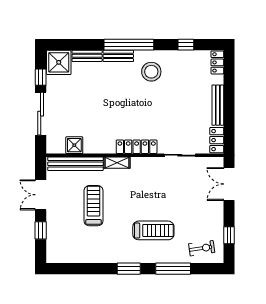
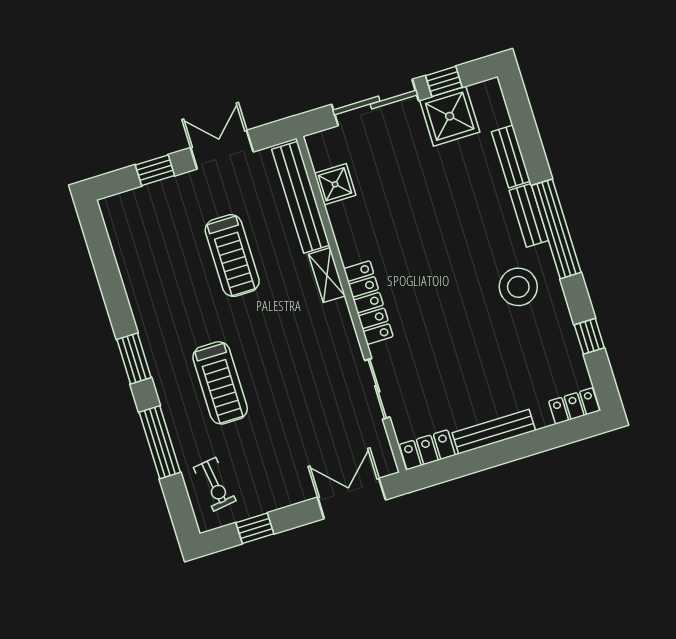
shower: (59, 62) -> (450, 116), moved
treadmill: (94, 206) -> (232, 256), turned 90

